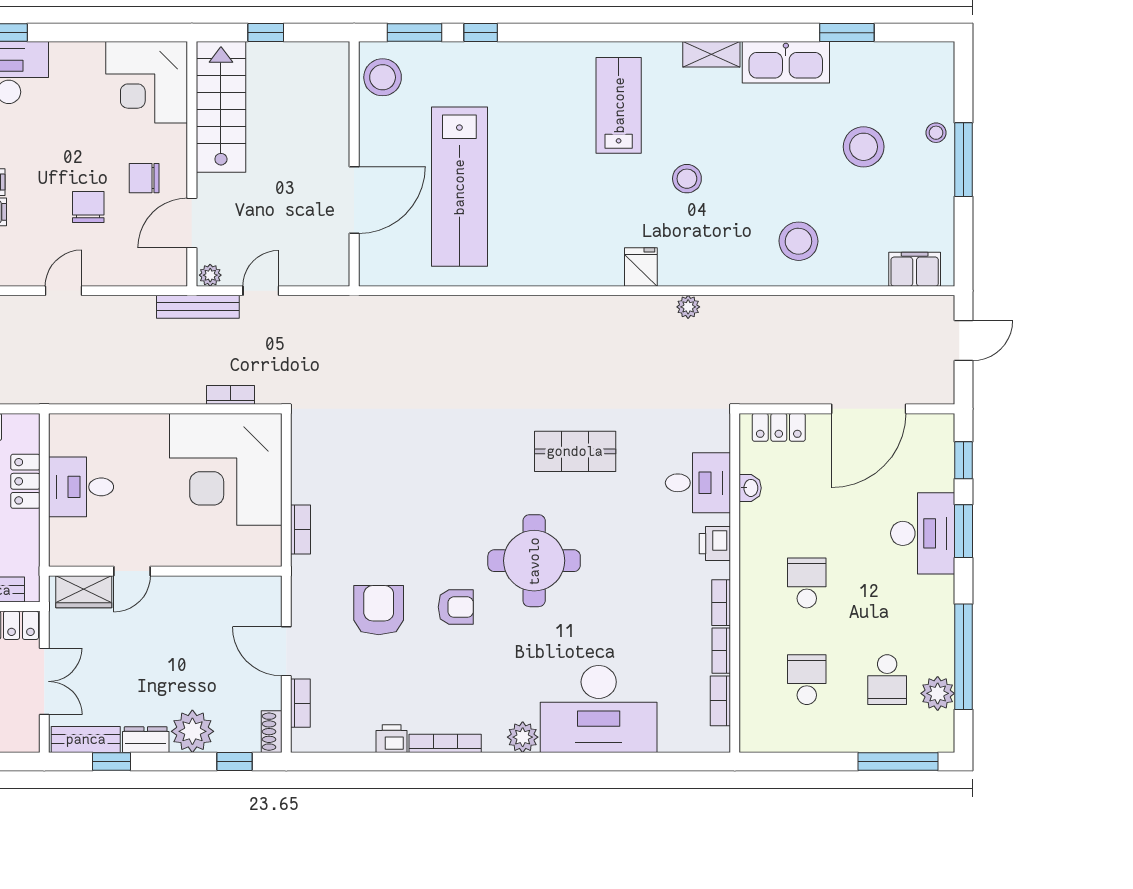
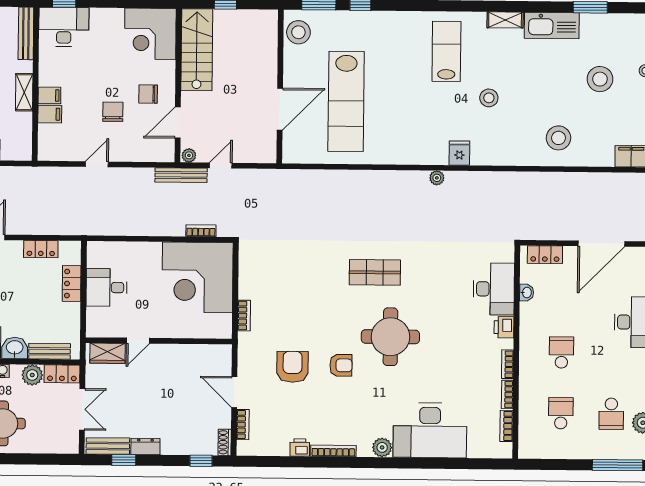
plant: (688, 307) -> (437, 178), moved
shop shelf: (575, 451) -> (375, 272), moved
desk: (698, 483) -> (494, 289), width x1.37
plant: (192, 731) -> (175, 442), removed

